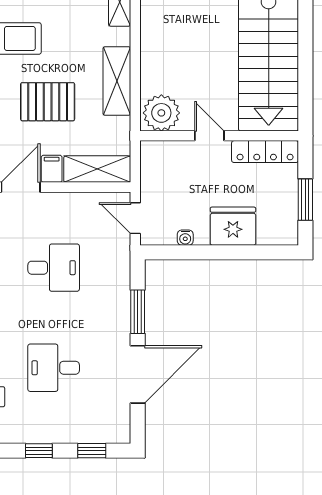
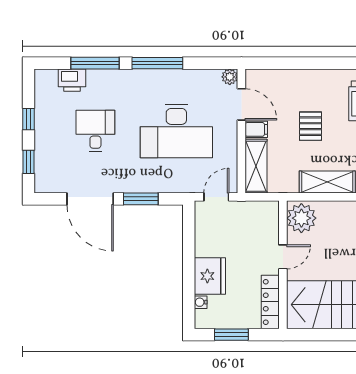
pallet: (48, 102) -> (311, 126), width x0.67, depth x0.71
water cooler: (185, 238) -> (201, 302), moved
desk: (54, 268) -> (176, 131), width x1.87, depth x1.30

